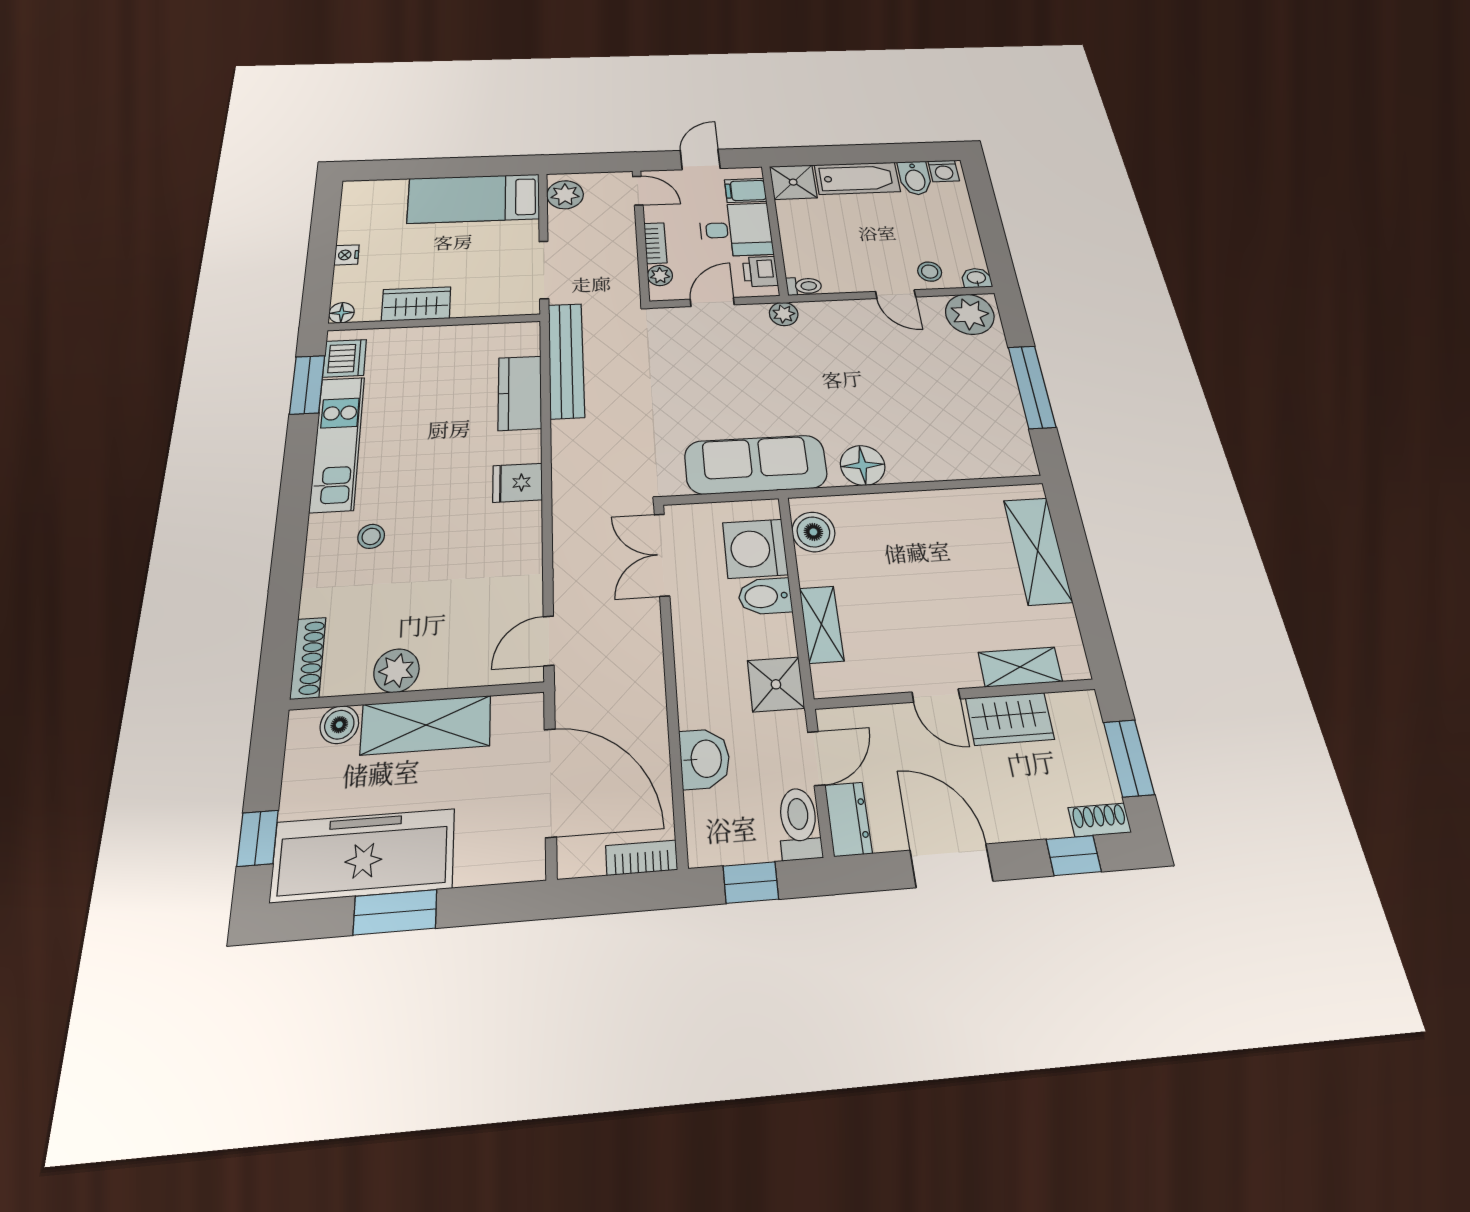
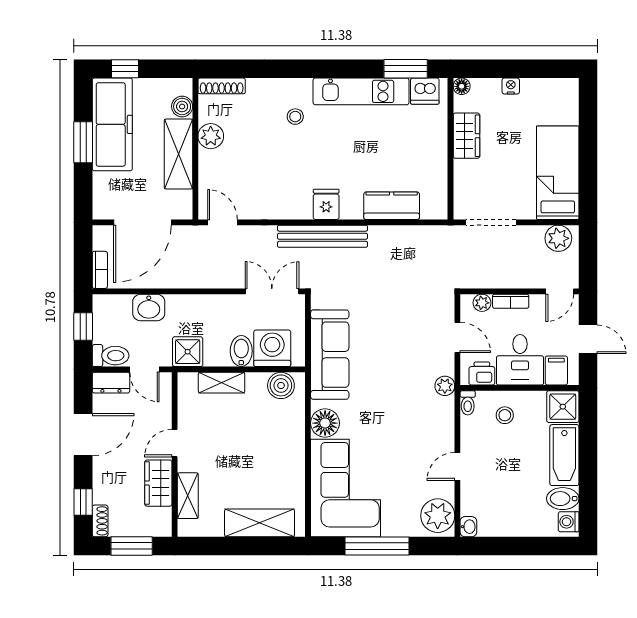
stool: (930, 272) -> (505, 415), moved
bench: (566, 360) -> (322, 236), moved
corner sofa: (956, 432) -> (346, 488), added

